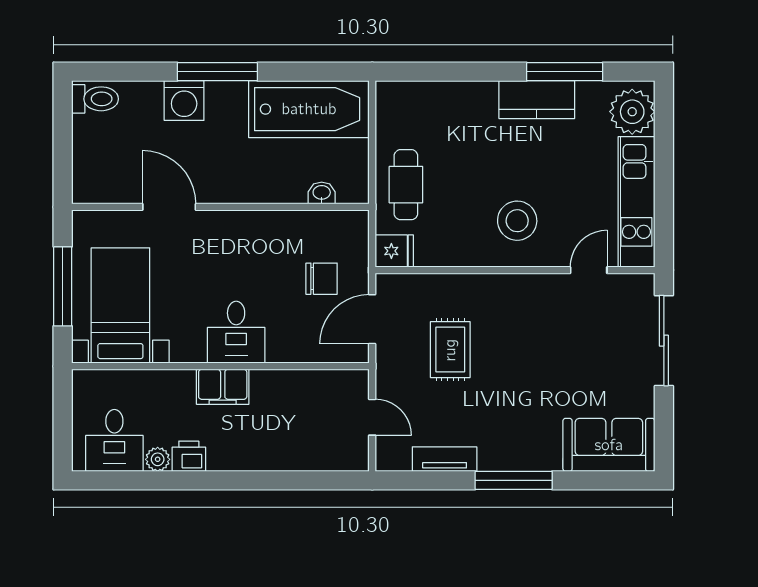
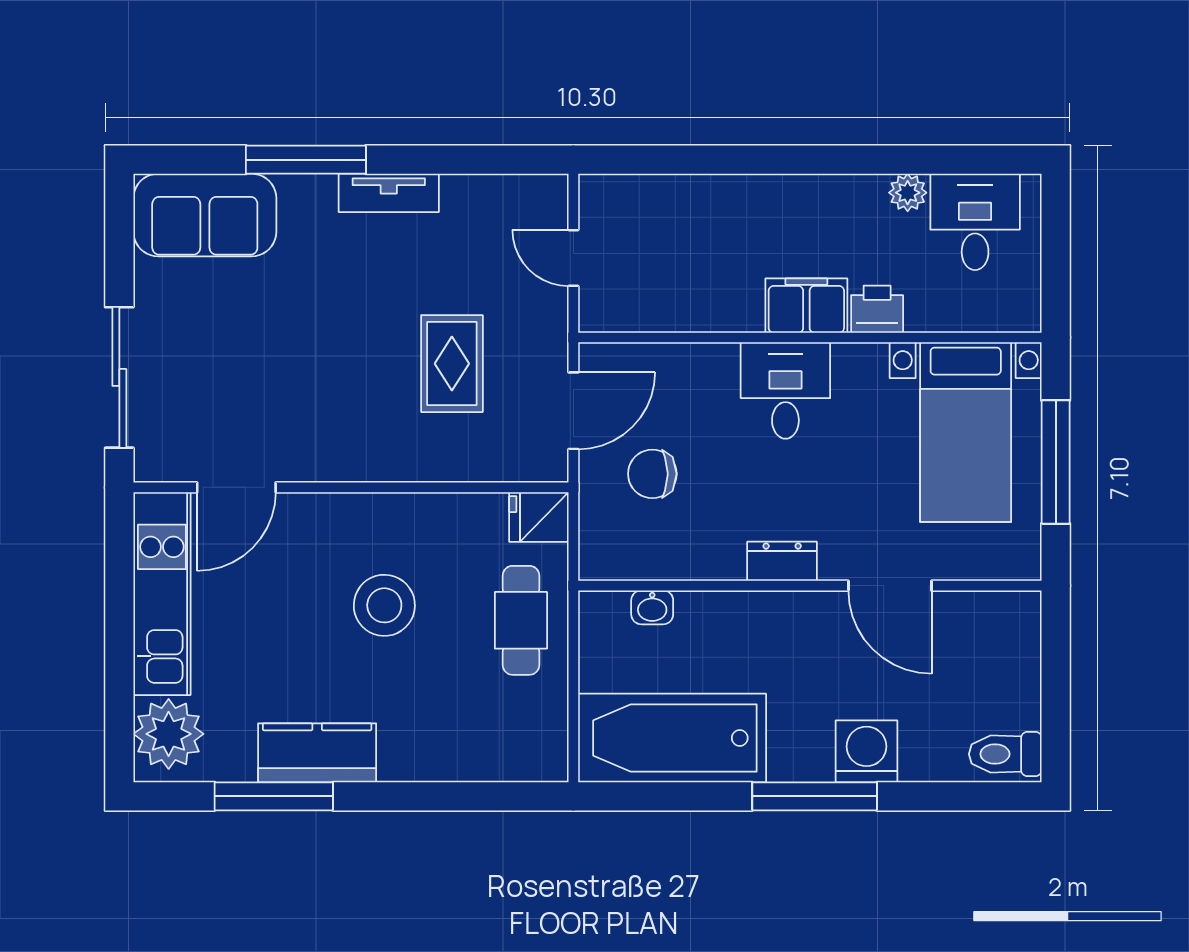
stool: (517, 221) -> (384, 605), moved
dresser: (238, 223) -> (782, 561), added
door: (589, 270) -> (236, 487), width x1.38
printer: (189, 456) -> (877, 309), moved, turned 180
tv unit: (445, 459) -> (389, 193), moved
window: (514, 480) -> (306, 160), moved

